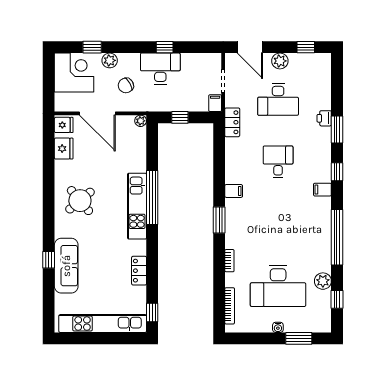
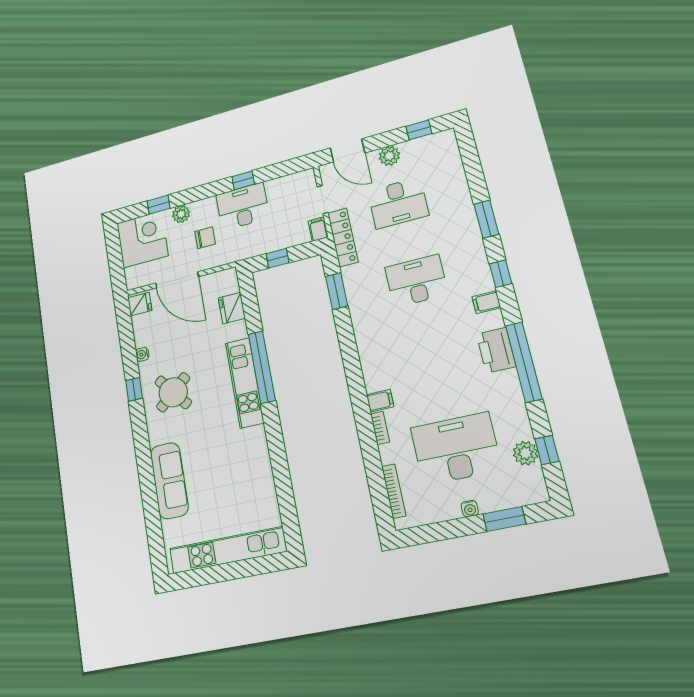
chair: (126, 85) -> (205, 238), turned -150
printer: (324, 118) -> (496, 350), moved, width x1.87, depth x1.48
plant: (141, 121) -> (230, 275), removed
locker: (232, 122) -> (343, 237), width x1.53
fridge: (64, 149) -> (232, 308), moved, turned 180
desk: (278, 162) -> (416, 281), width x1.37
water cooler: (60, 165) -> (142, 354), added
filing cabinet: (234, 191) -> (380, 401), moved
window: (219, 220) -> (337, 291), moved
window: (49, 260) -> (134, 389), moved
locker: (139, 271) -> (262, 467), removed
plant: (323, 281) -> (526, 453), moved
desk: (278, 286) -> (456, 449), turned 180
window: (152, 312) -> (290, 522), removed

